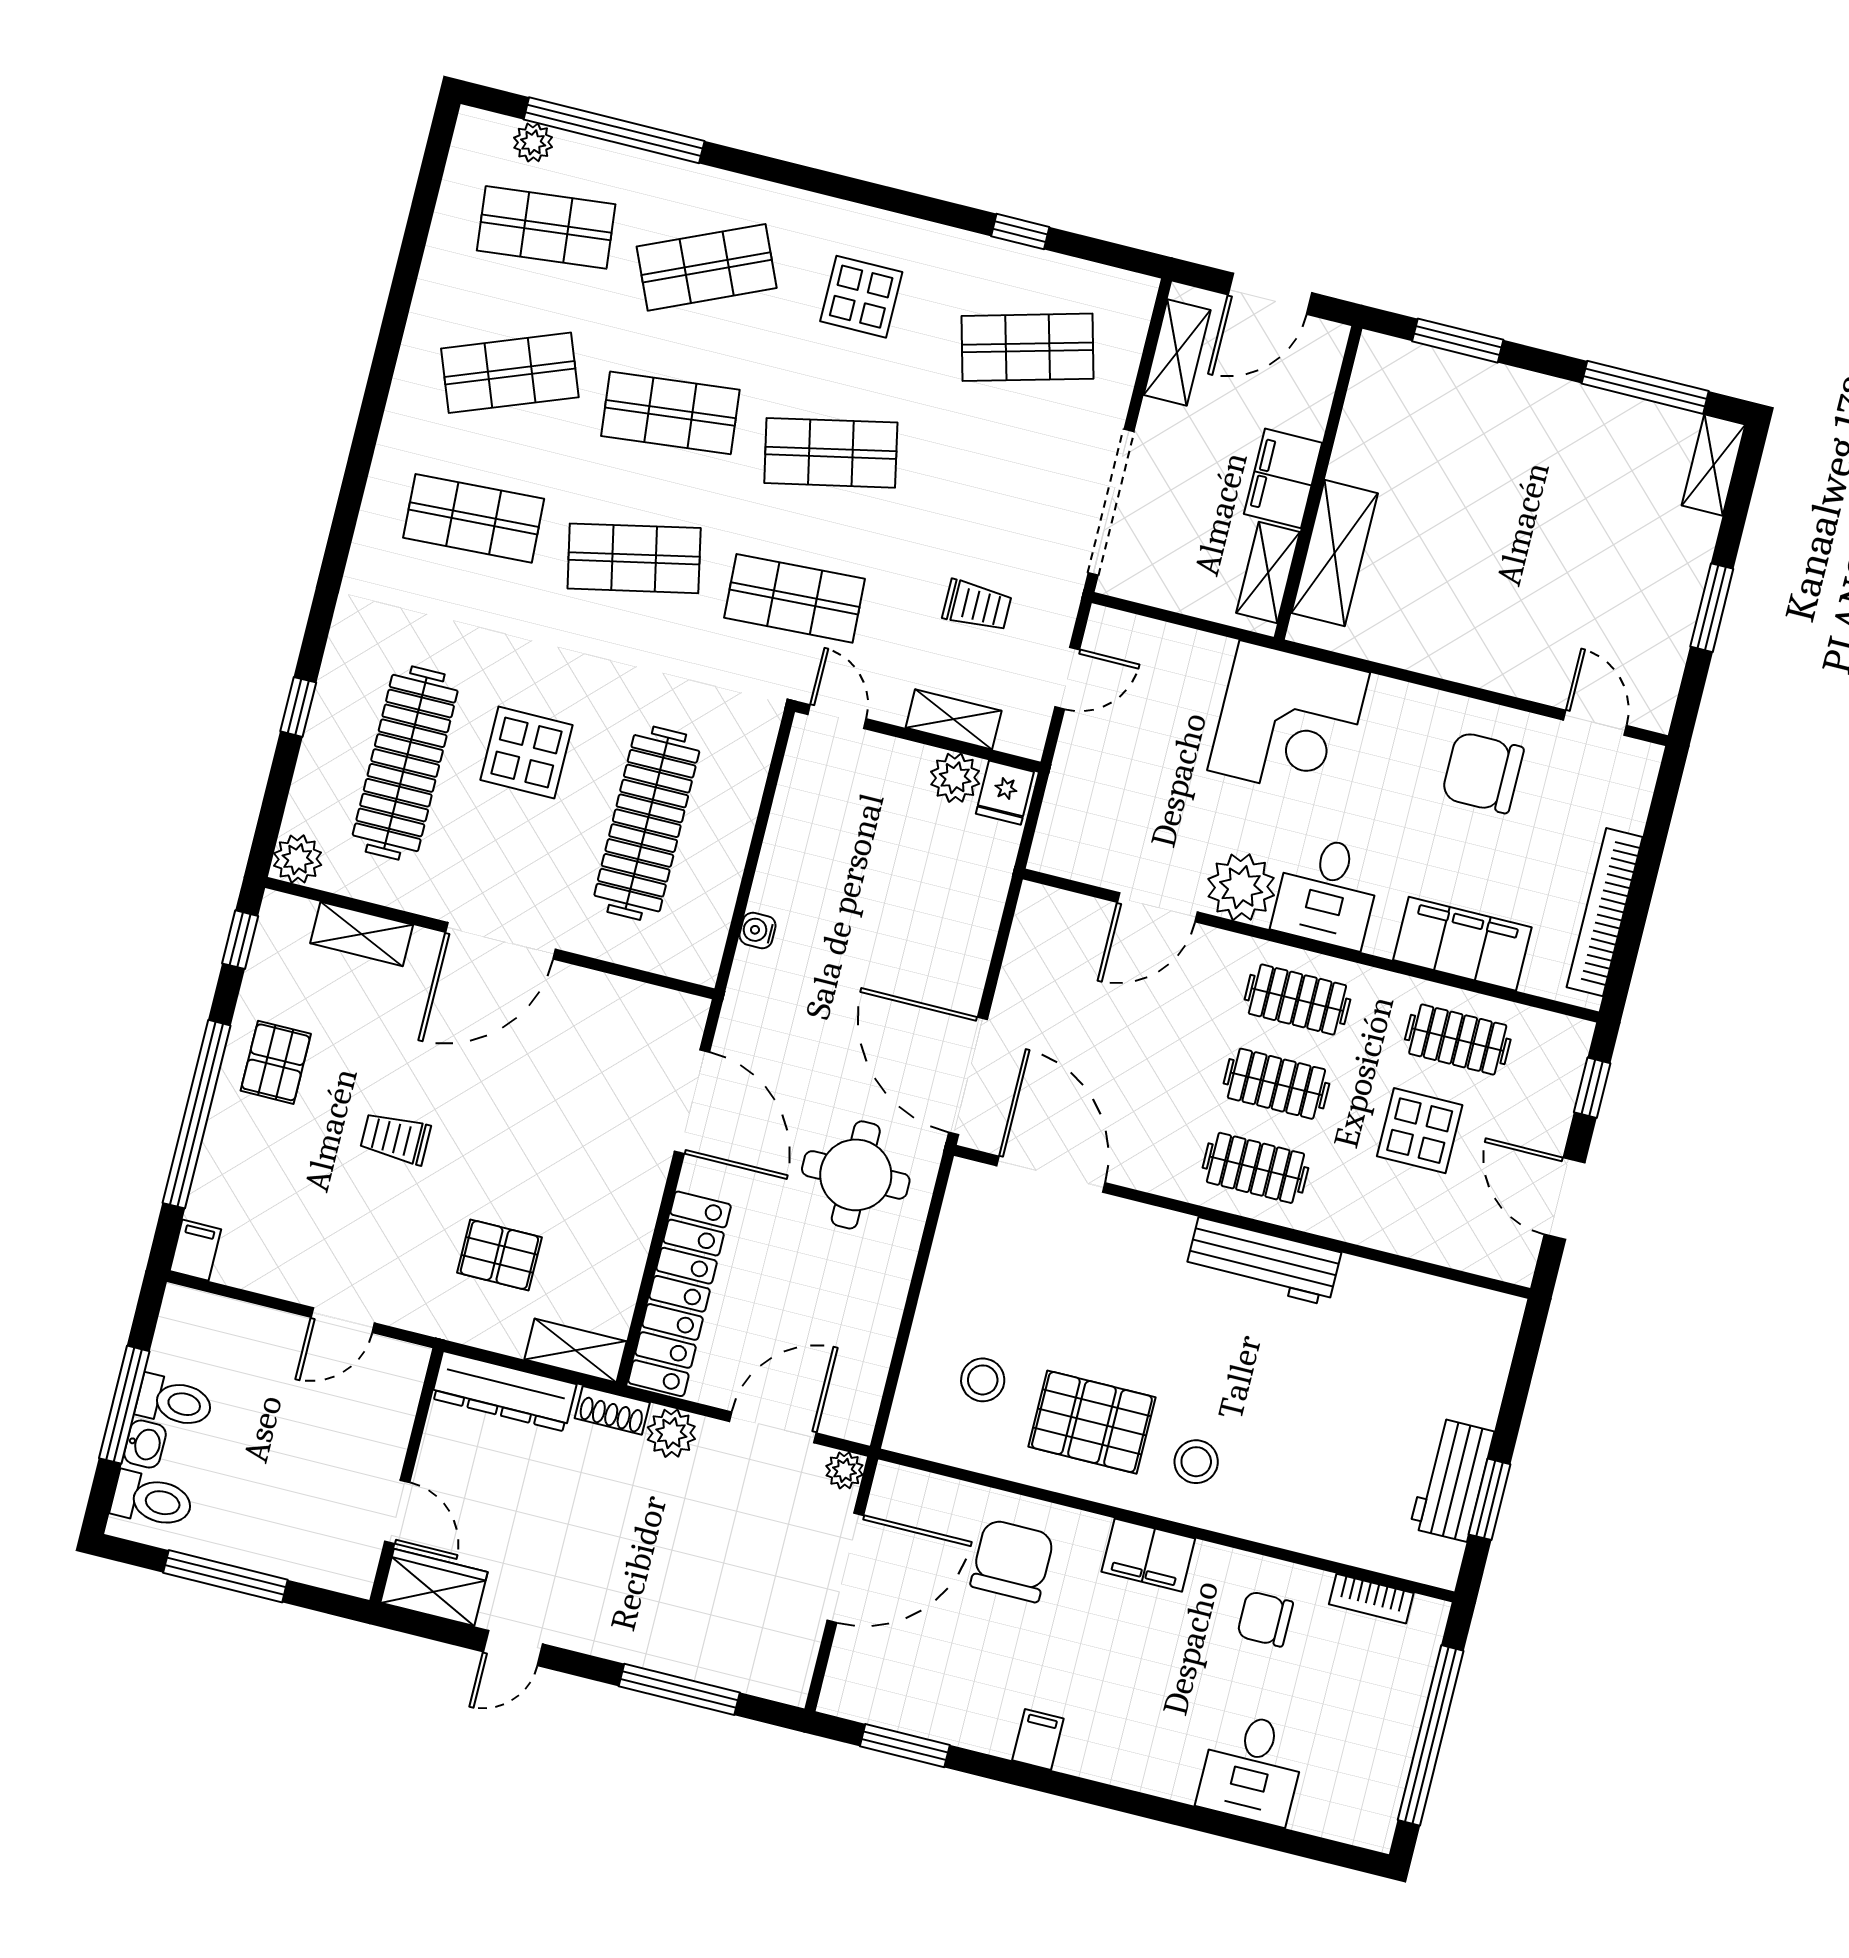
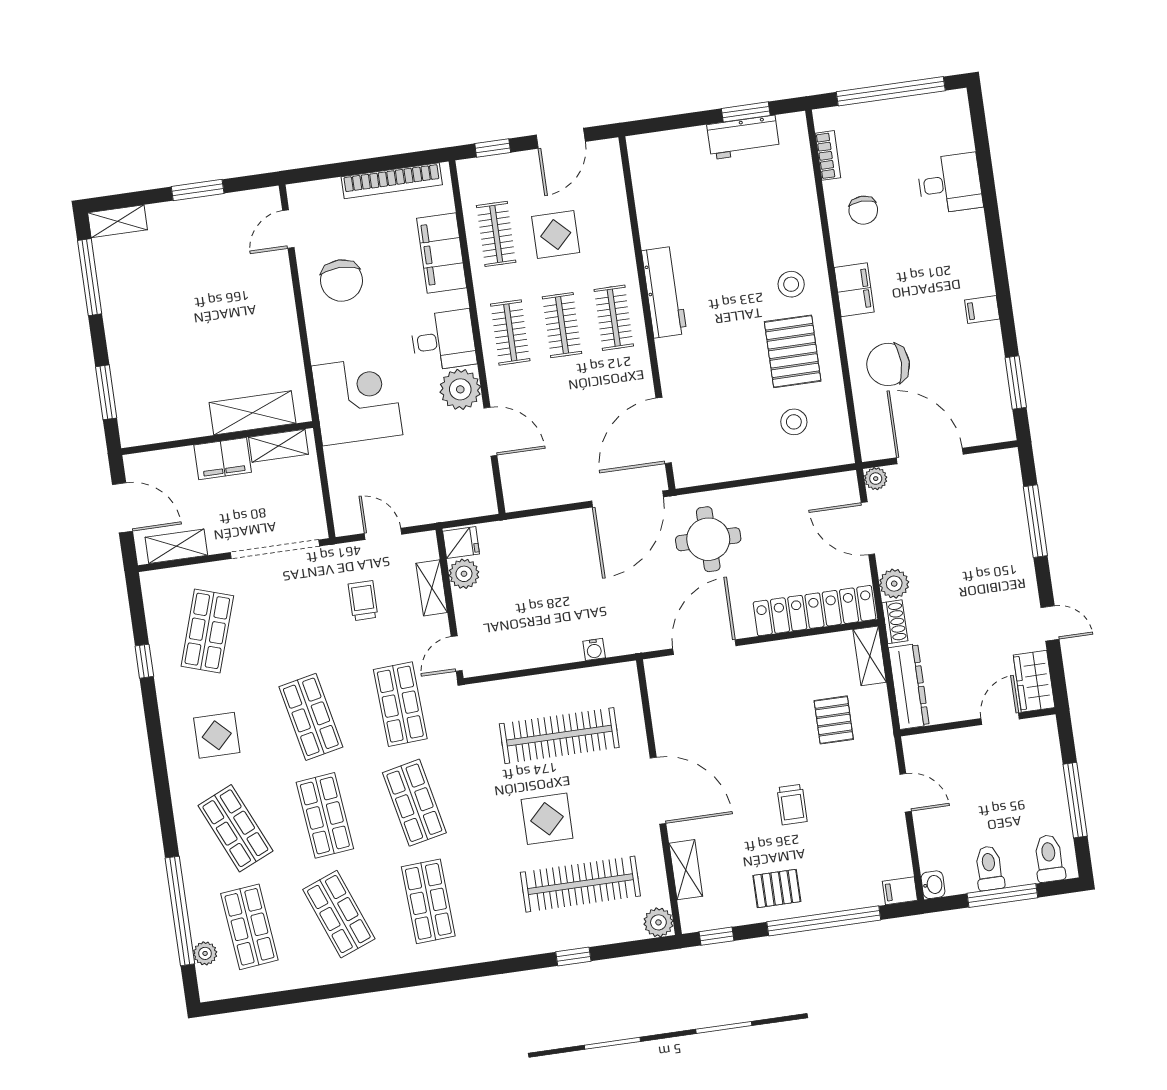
shop shelf: (1028, 347) -> (207, 631), turned 33
washbasin: (145, 1444) -> (933, 885), moved, turned 90

